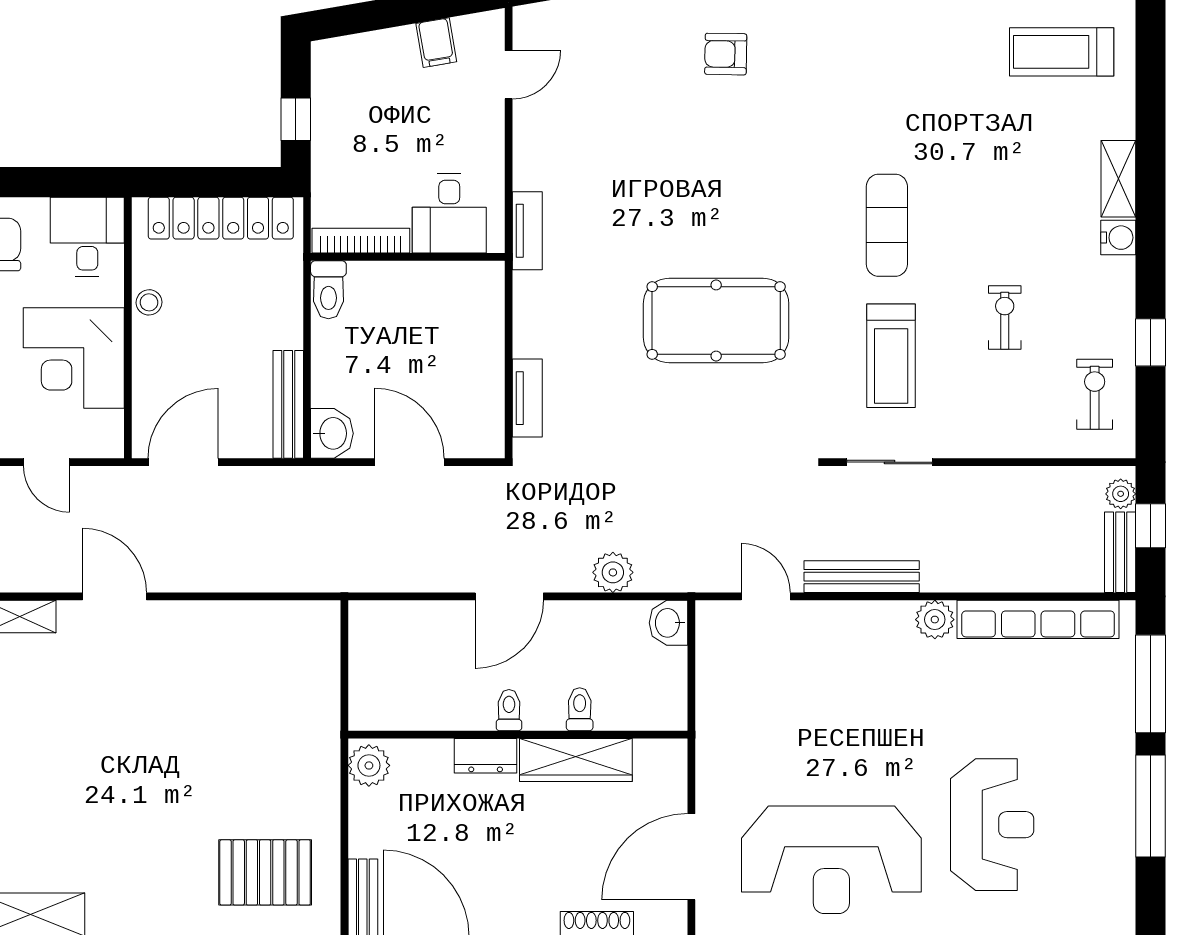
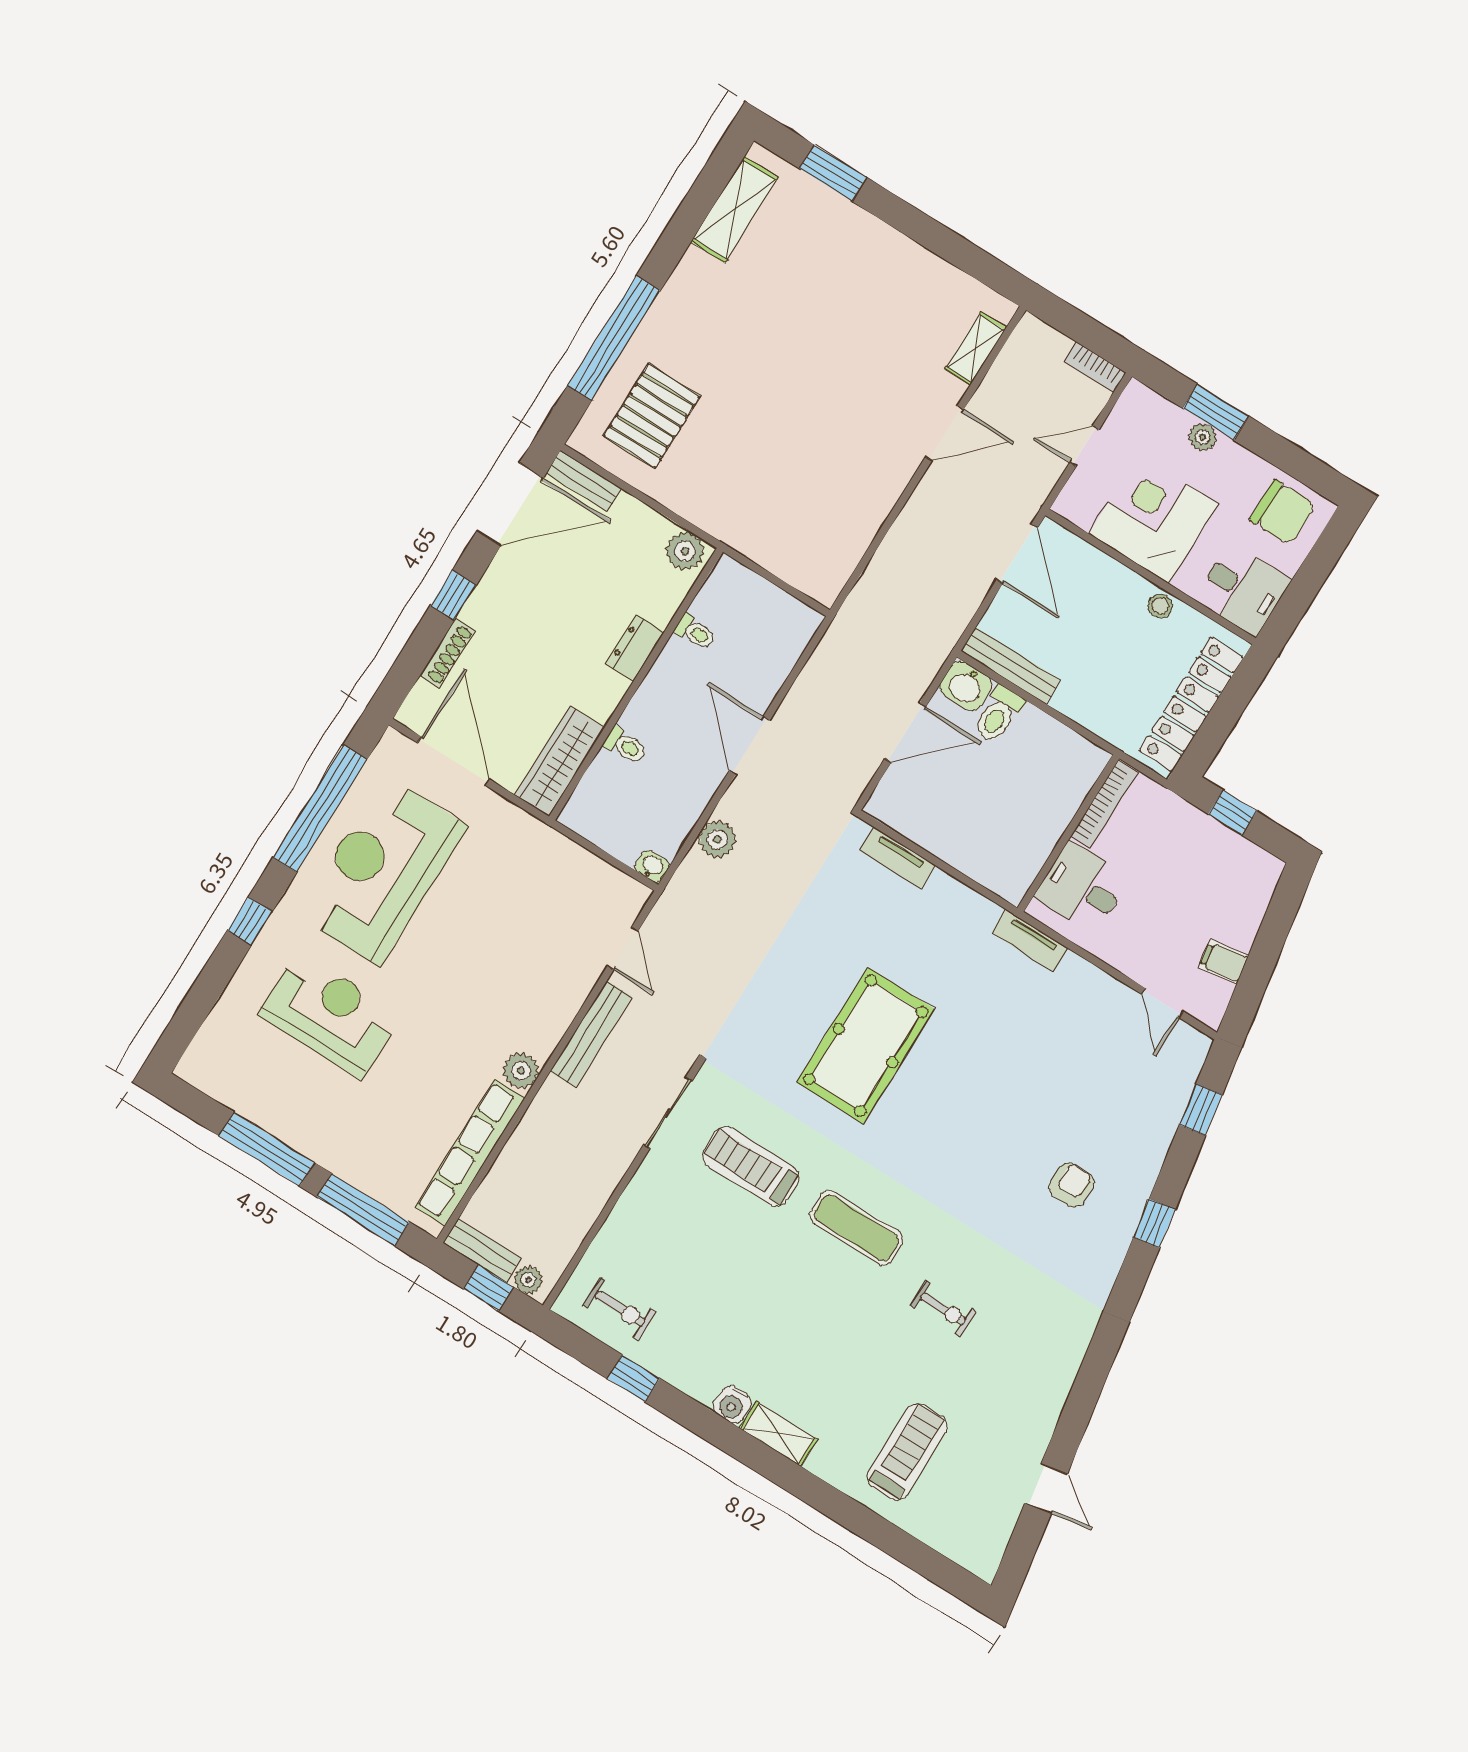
toilet: (328, 290) -> (998, 715), moved, turned -90
exercise bike: (1005, 318) -> (943, 1309), moved
door: (766, 596) -> (623, 948), hinge flipped
washbasin: (669, 623) -> (652, 866), width x0.72, depth x0.69
toilet: (509, 710) -> (695, 632), moved
wardrobe: (576, 760) -> (560, 761), moved
reception desk: (992, 825) -> (330, 1015), turned 180

